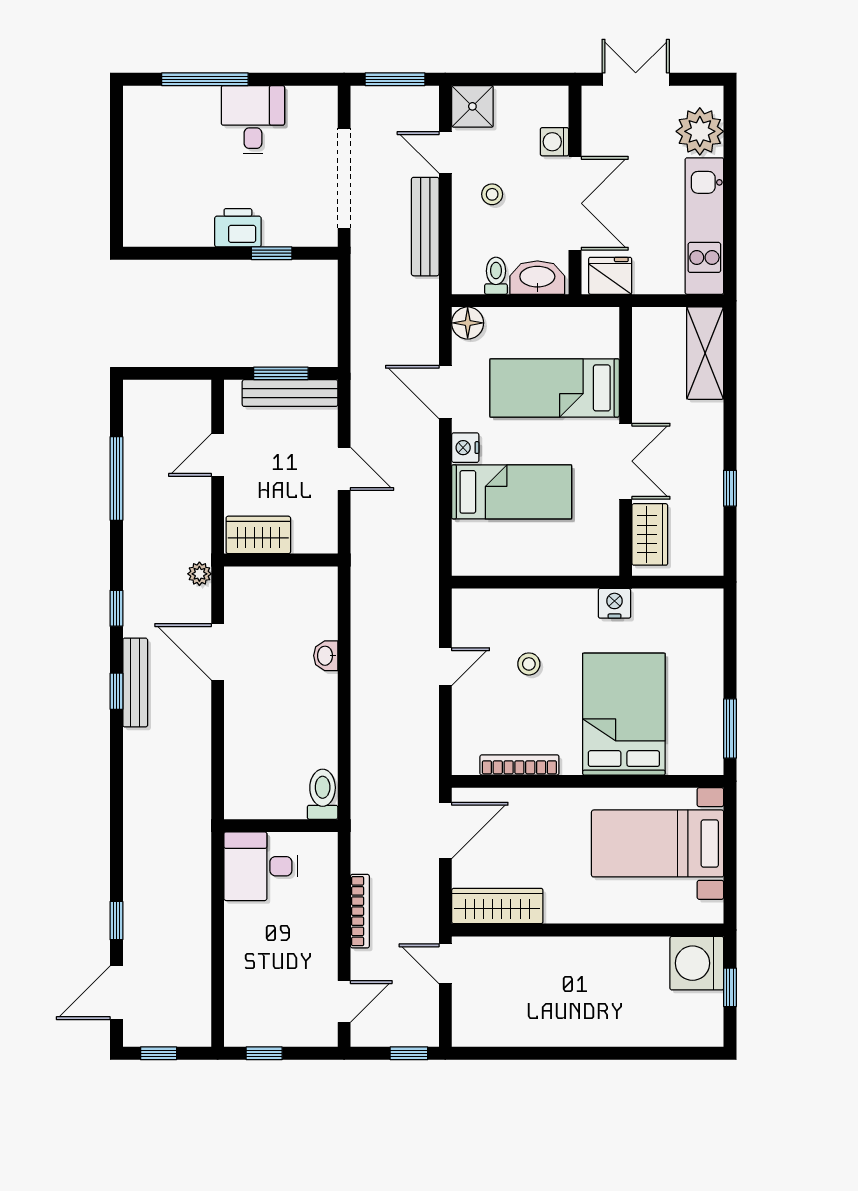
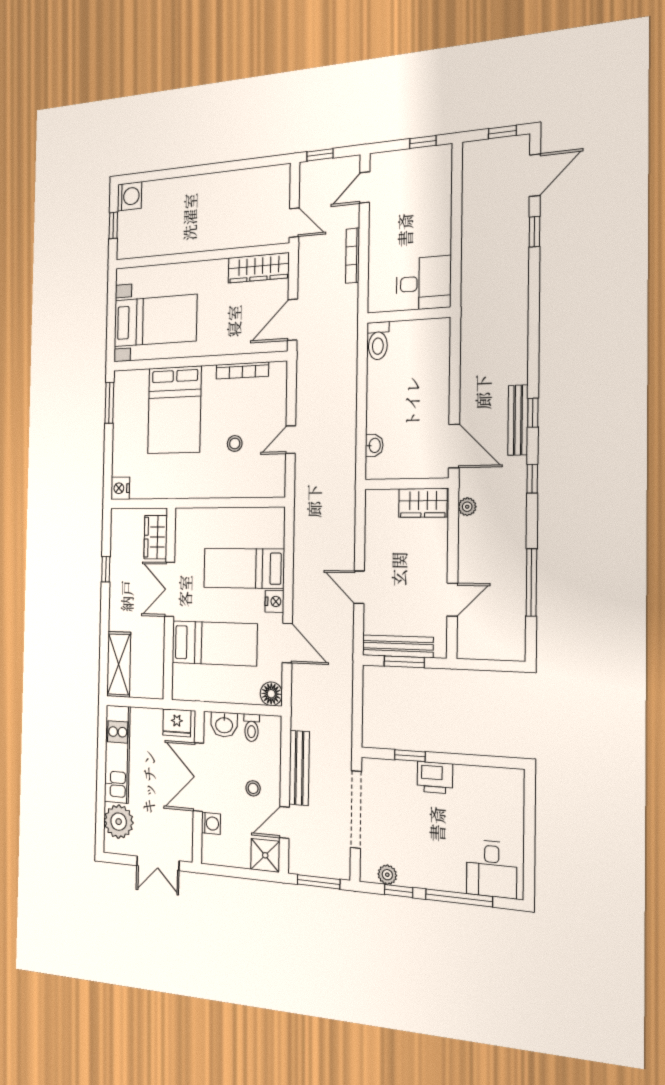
window: (284, 79) -> (399, 891), added
plant: (300, 98) -> (387, 875), added
desk: (253, 120) -> (492, 869), moved
door: (445, 153) -> (284, 822), swing flipped
washbasin: (537, 278) -> (224, 725), width x0.72
wardrobe: (258, 535) -> (423, 503), moved
wall: (281, 560) -> (406, 484), moved
nightstand: (614, 603) -> (120, 488), moved, turned 90
washing machine: (697, 963) -> (129, 196), moved, width x0.73, depth x0.73

